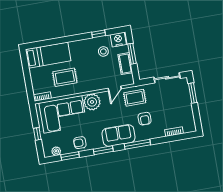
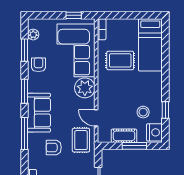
rug: (65, 77) -> (120, 60), turned 90
window: (37, 134) -> (74, 15), moved

